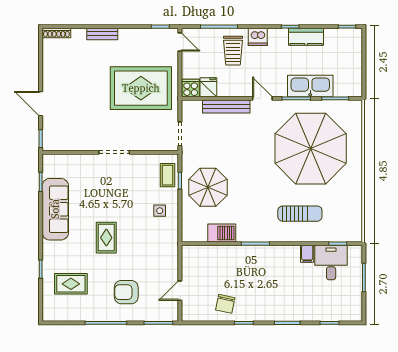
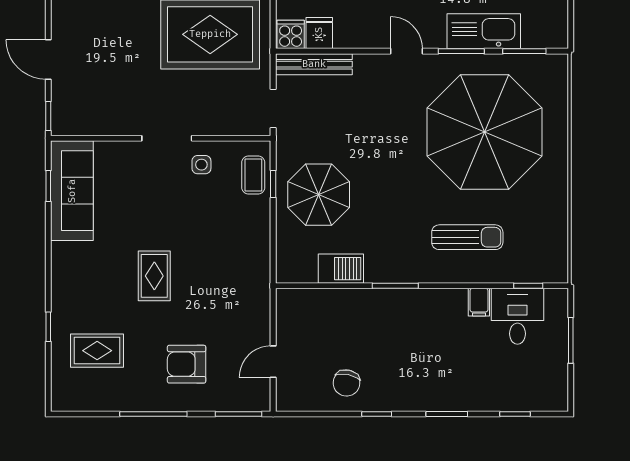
bench: (226, 107) -> (314, 64), moved
sofa: (55, 209) -> (72, 191), moved
side table: (160, 211) -> (201, 165), moved

